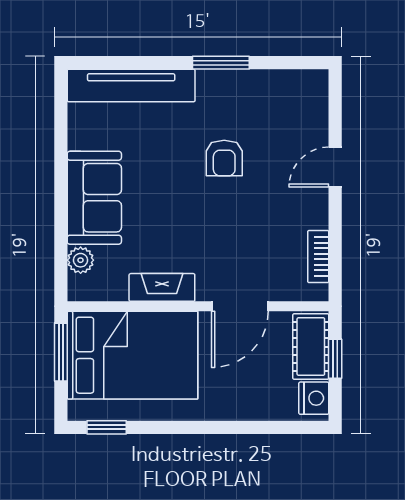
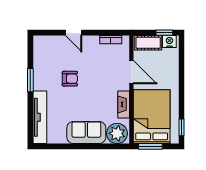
plant: (81, 260) -> (117, 133), width x1.88, depth x1.88
window: (335, 359) -> (164, 33), moved

